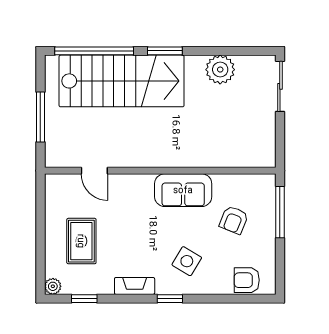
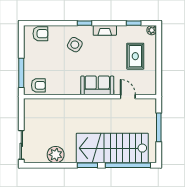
sofa: (183, 190) -> (97, 85), moved
armchair: (234, 220) -> (38, 85), moved, turned 68

